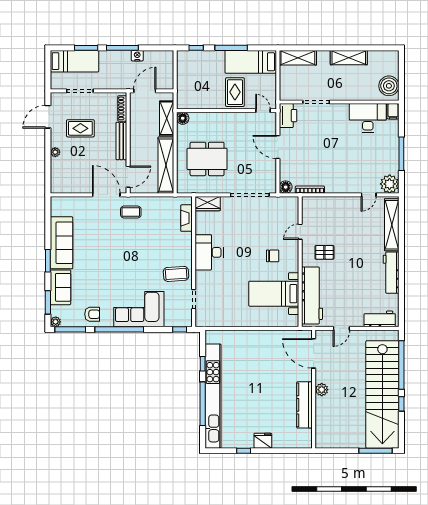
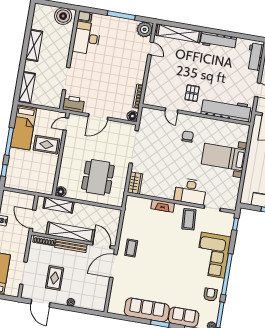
shelving: (166, 165) -> (70, 232), moved
fireplace: (186, 218) -> (163, 206), moved
desk: (209, 252) -> (190, 191), moved
bed with nightstands: (274, 294) -> (224, 157), moved, turned 90

